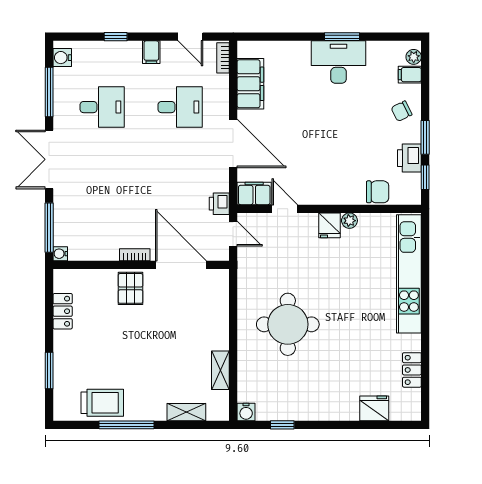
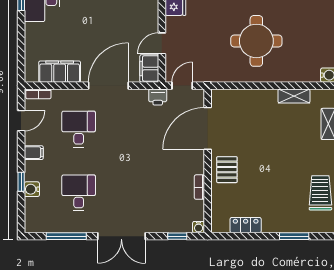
water cooler: (62, 58) -> (32, 189), moved, turned 90
window: (49, 228) -> (177, 236), width x0.46
bookcase: (135, 255) -> (199, 187), moved
pallet: (131, 288) -> (227, 170), turned 90

